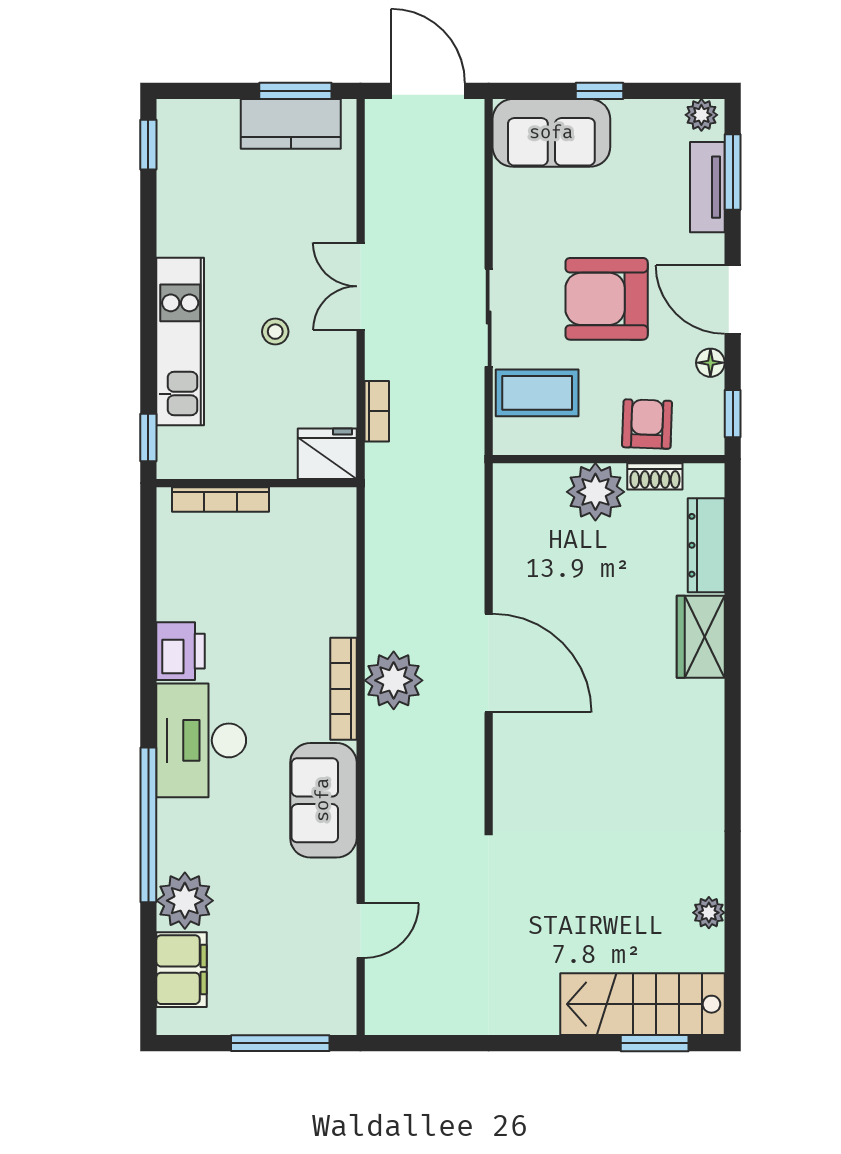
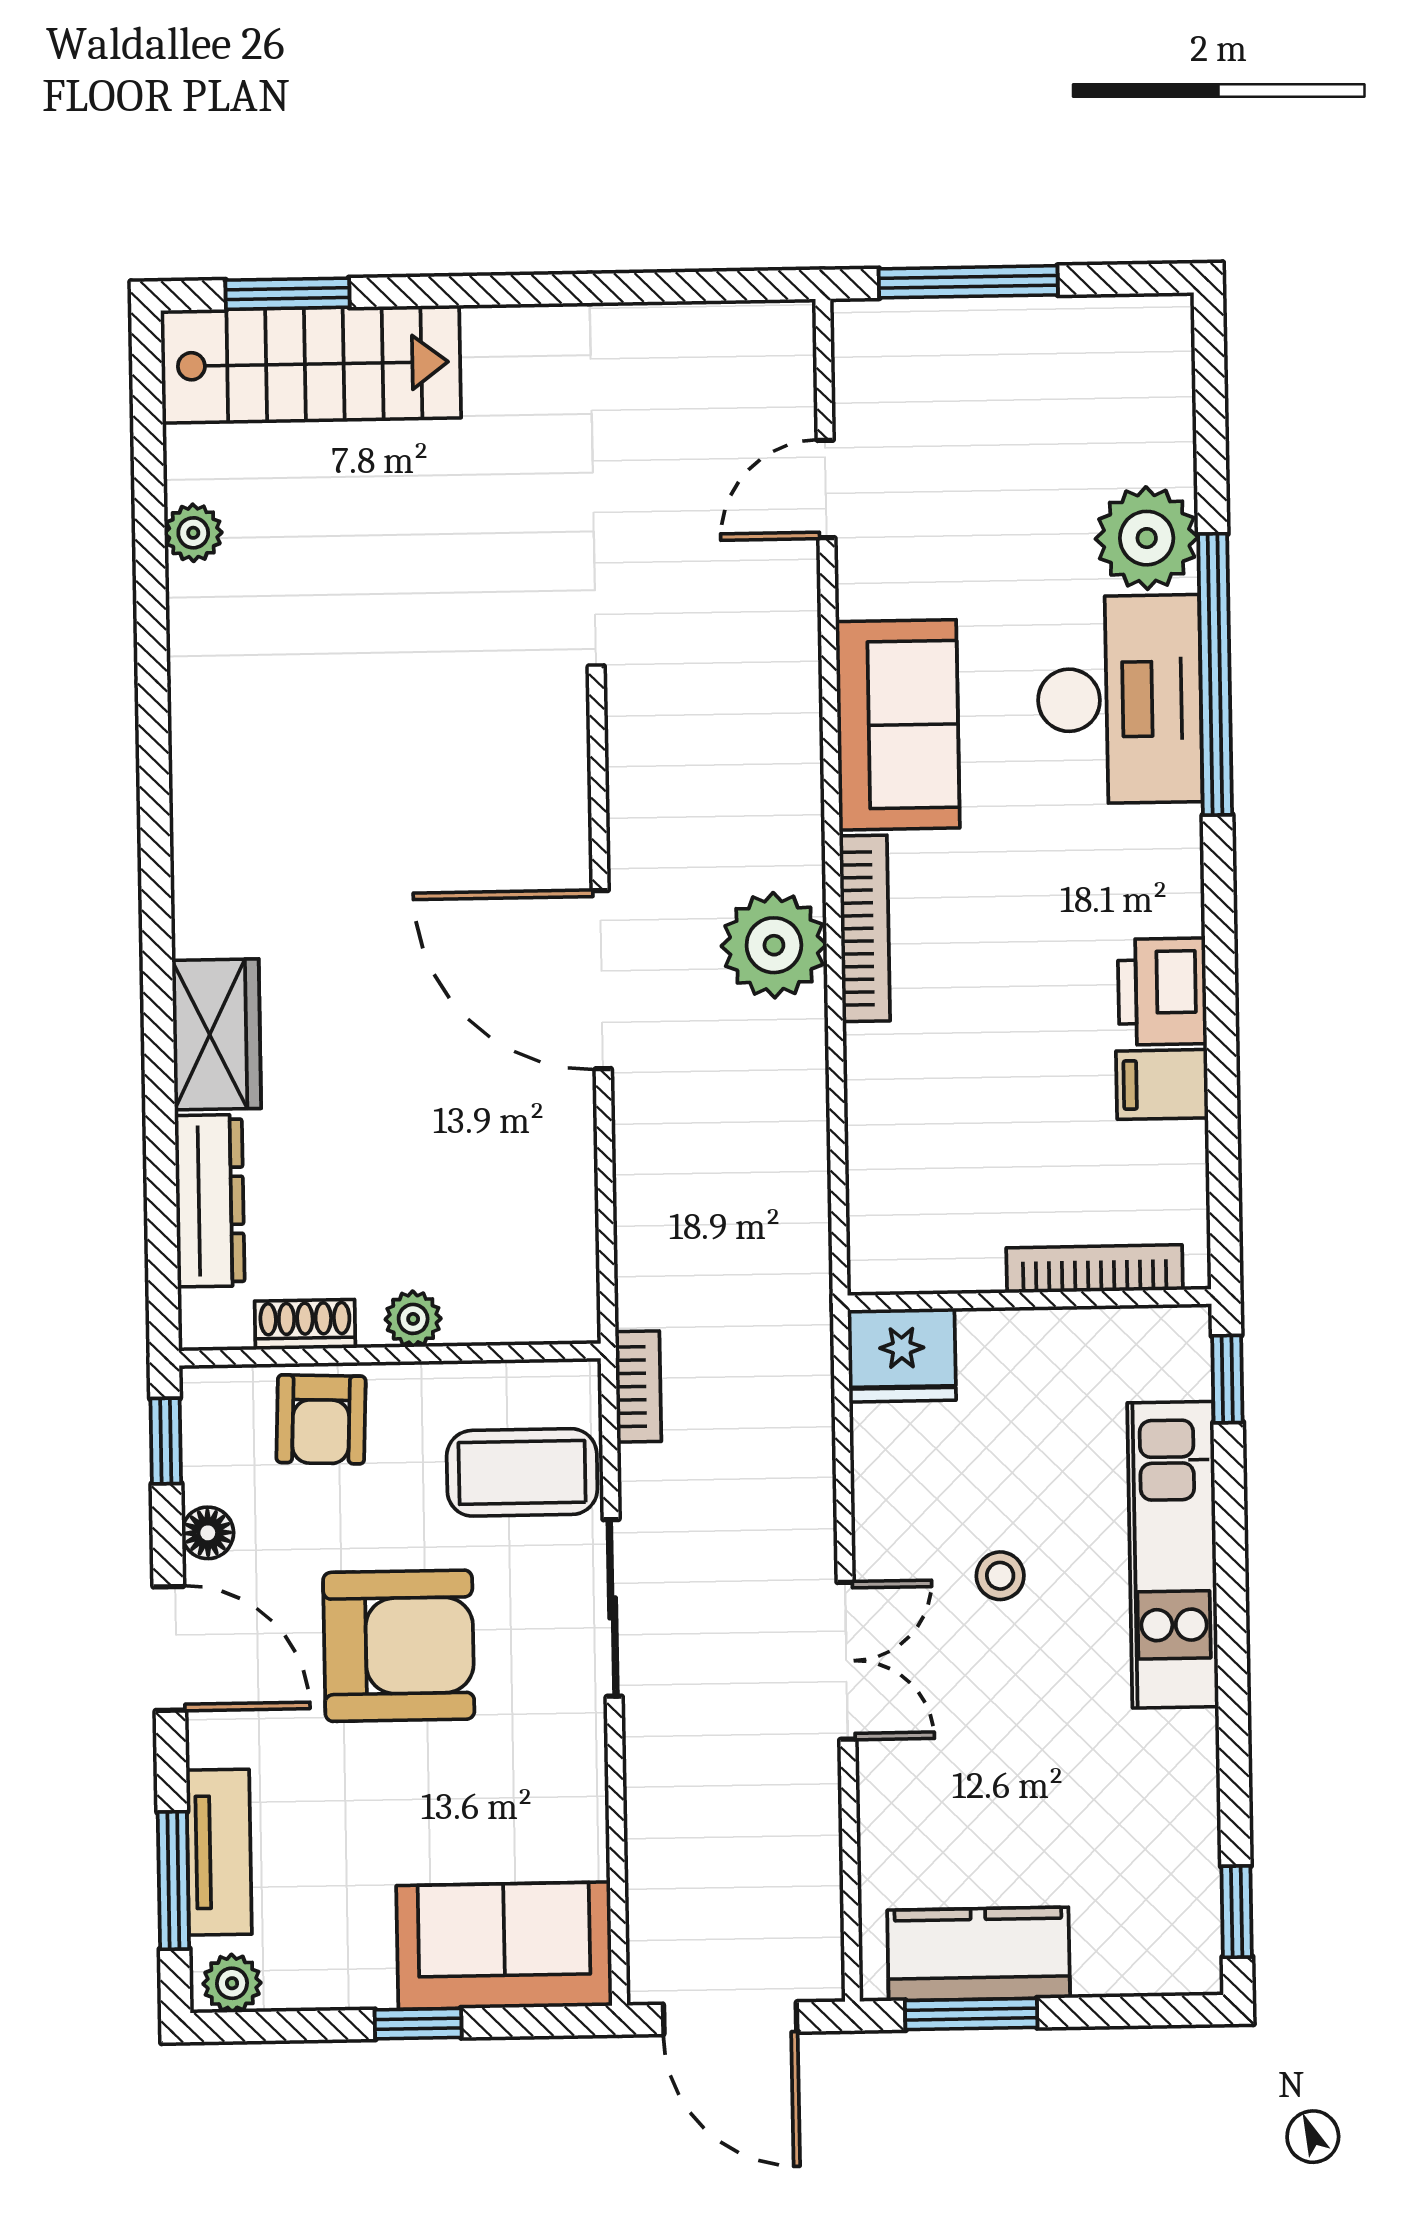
bookcase: (377, 411) -> (638, 1387), moved, turned 180
plant: (595, 492) -> (413, 1319), width x0.53, depth x0.53
desk: (201, 740) -> (1119, 699), moved
filing cabinet: (182, 970) -> (1162, 1084), moved, width x0.50

